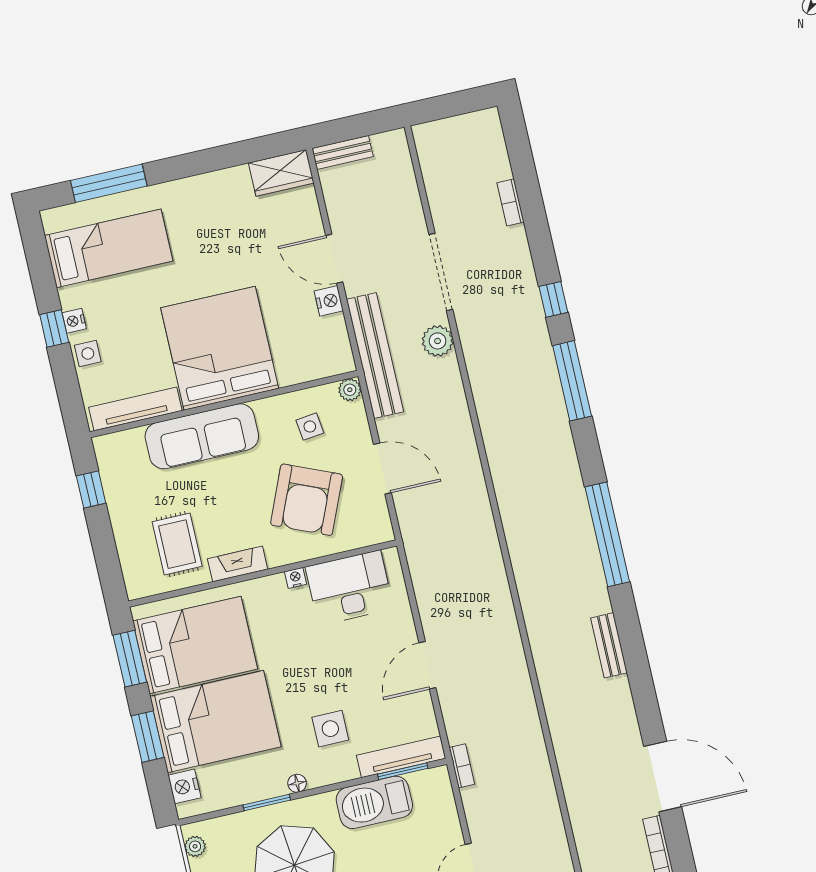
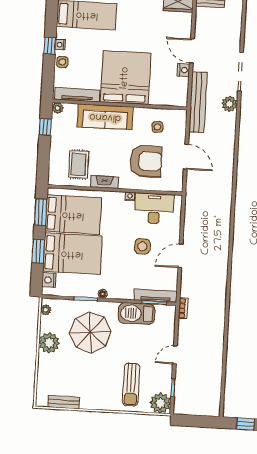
plant: (350, 390) -> (57, 108), moved
armchair: (307, 500) -> (146, 161), turned -113
side table: (330, 729) -> (142, 246), moved

